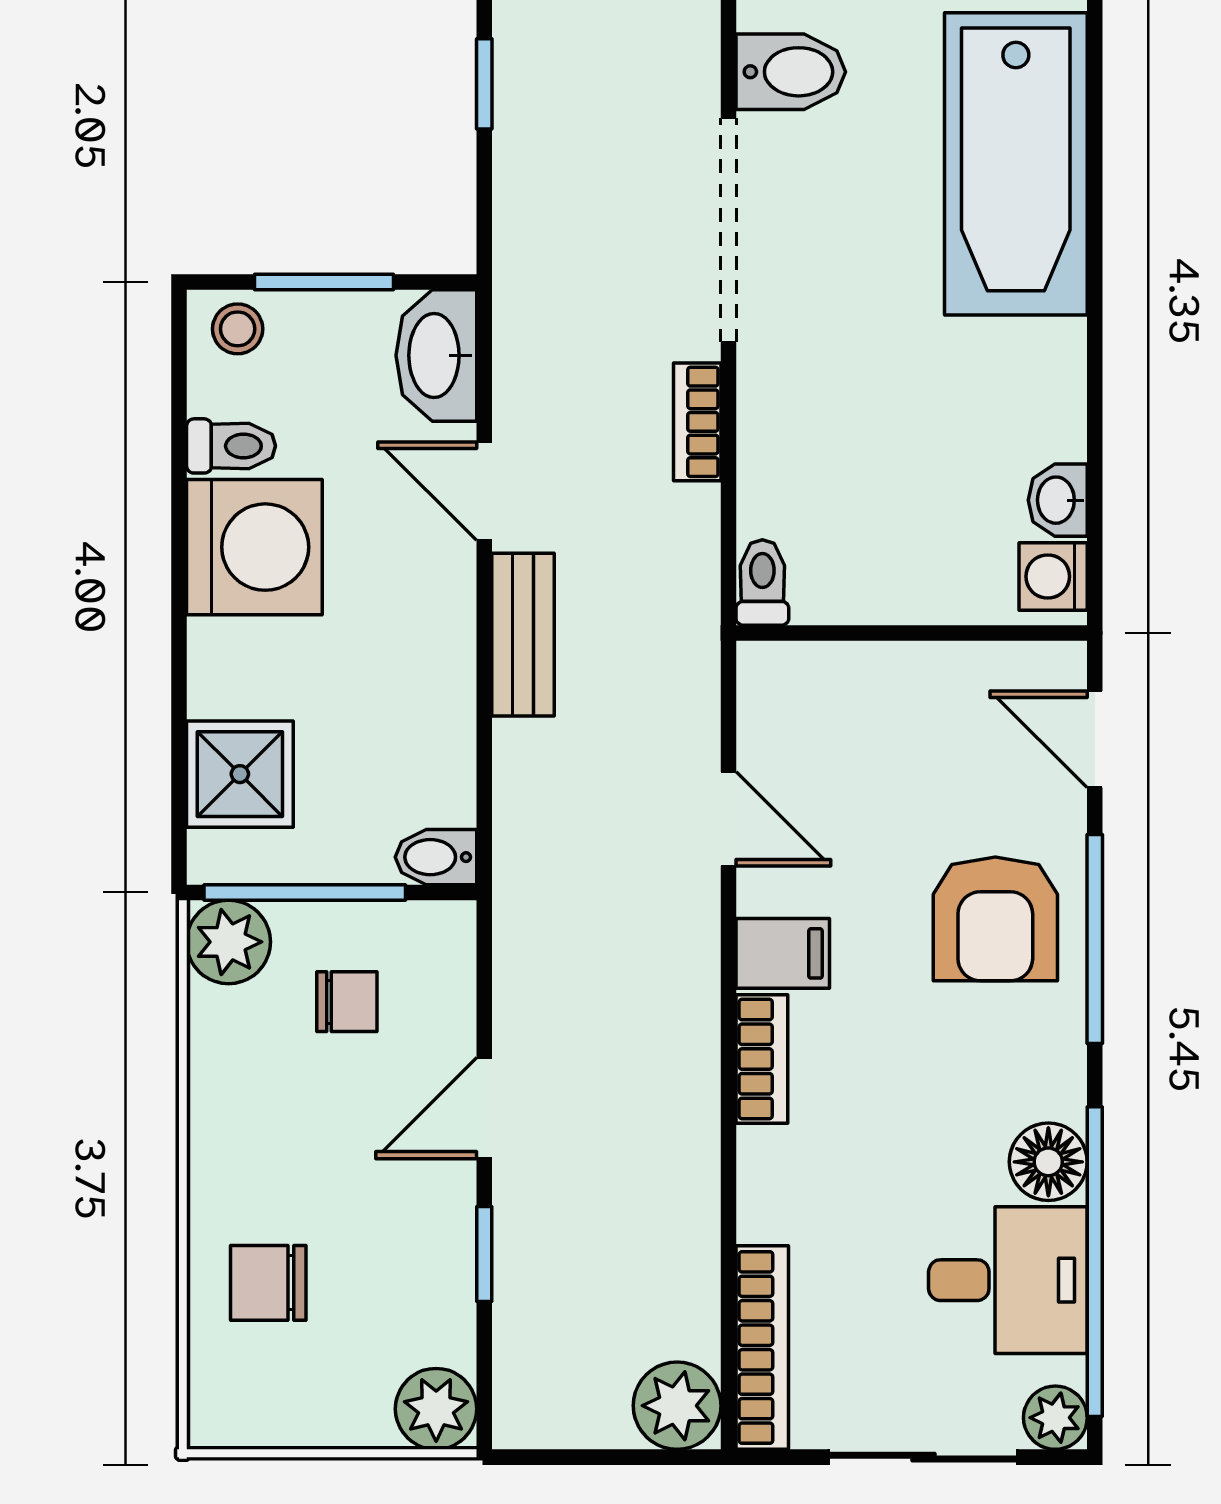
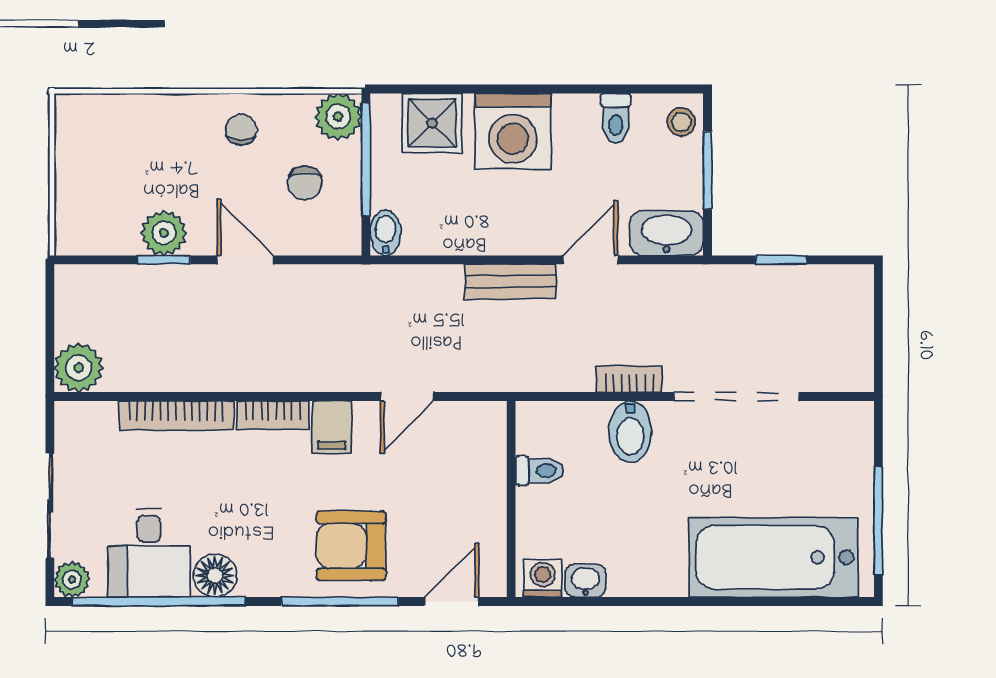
bidet: (791, 72) -> (630, 431), moved
window: (484, 84) -> (781, 260), moved
washing machine: (254, 547) -> (513, 131), moved
toilet: (762, 582) -> (539, 471), moved
chair: (268, 1283) -> (241, 130), moved, width x0.73, depth x0.73
bookcase: (762, 1347) -> (176, 415), moved
plant: (436, 1409) -> (164, 233), moved

